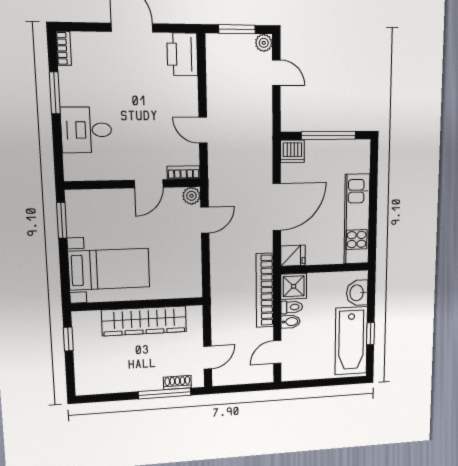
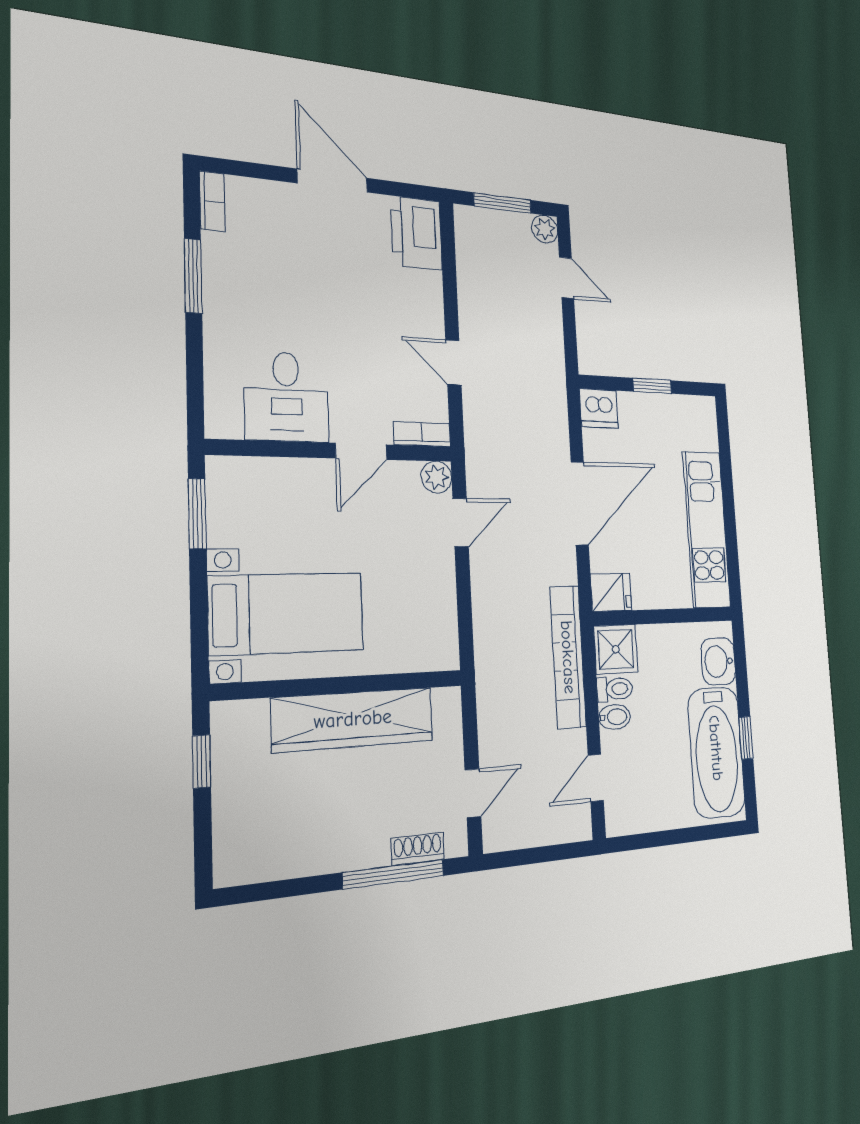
desk: (86, 130) -> (286, 397), moved, turned -90
window: (329, 135) -> (652, 386), width x0.46

